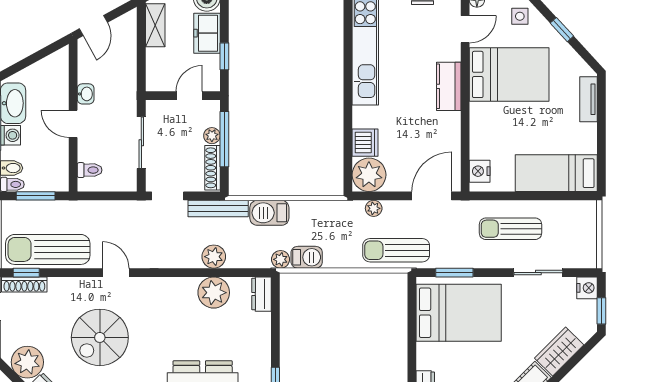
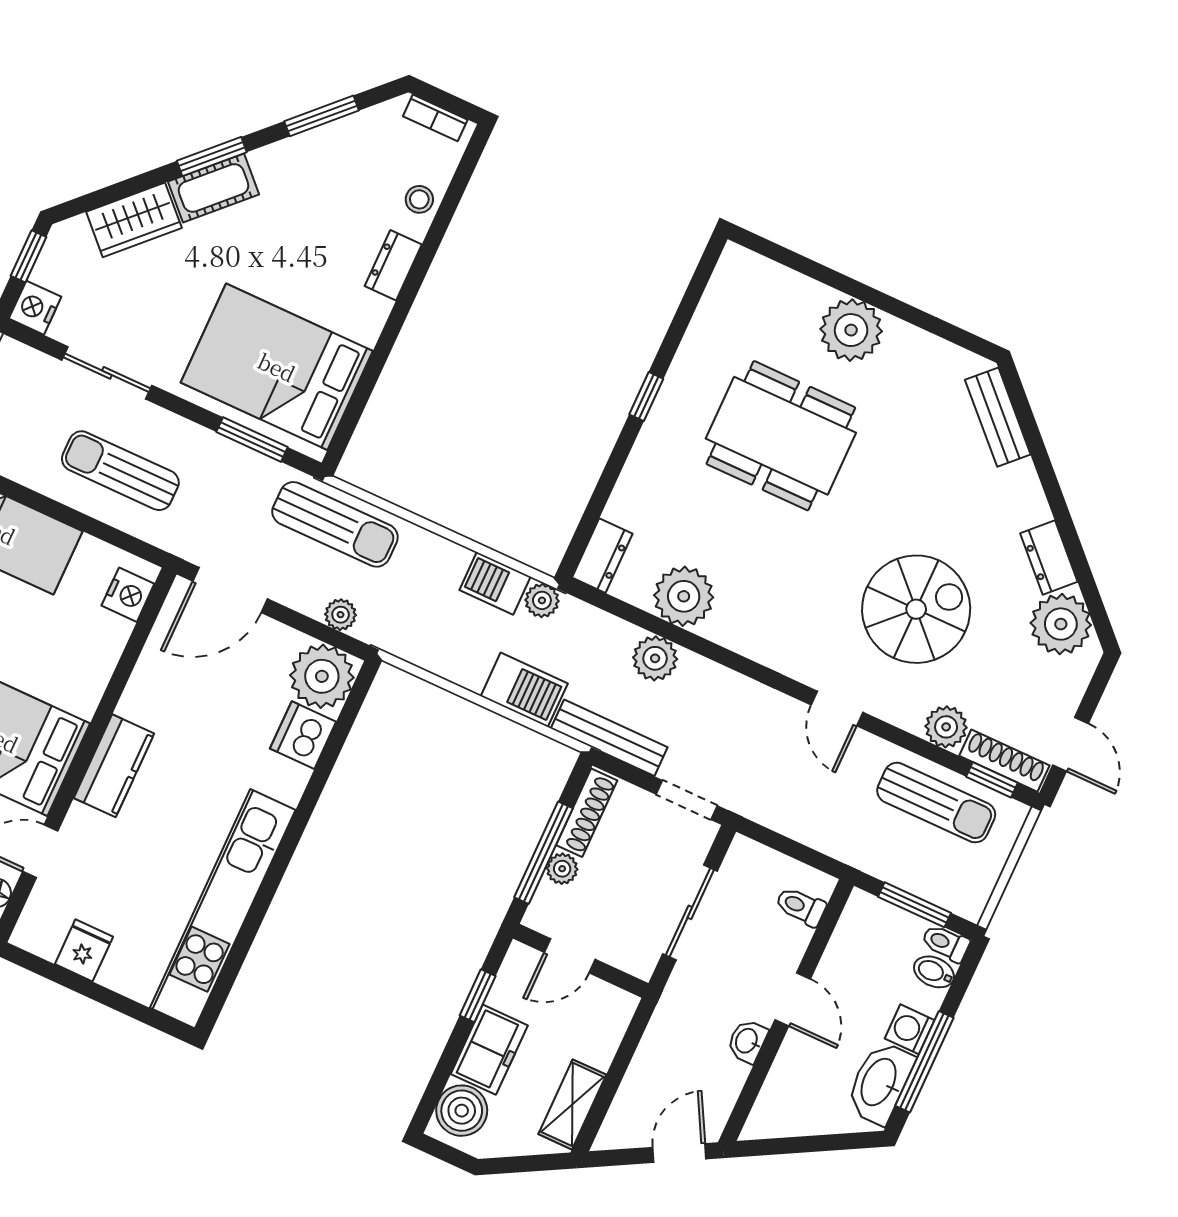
sun lounger: (510, 229) -> (120, 471), turned 180
sun lounger: (48, 249) -> (936, 803), width x0.73, depth x0.75
plant: (60, 288) -> (946, 727), added

